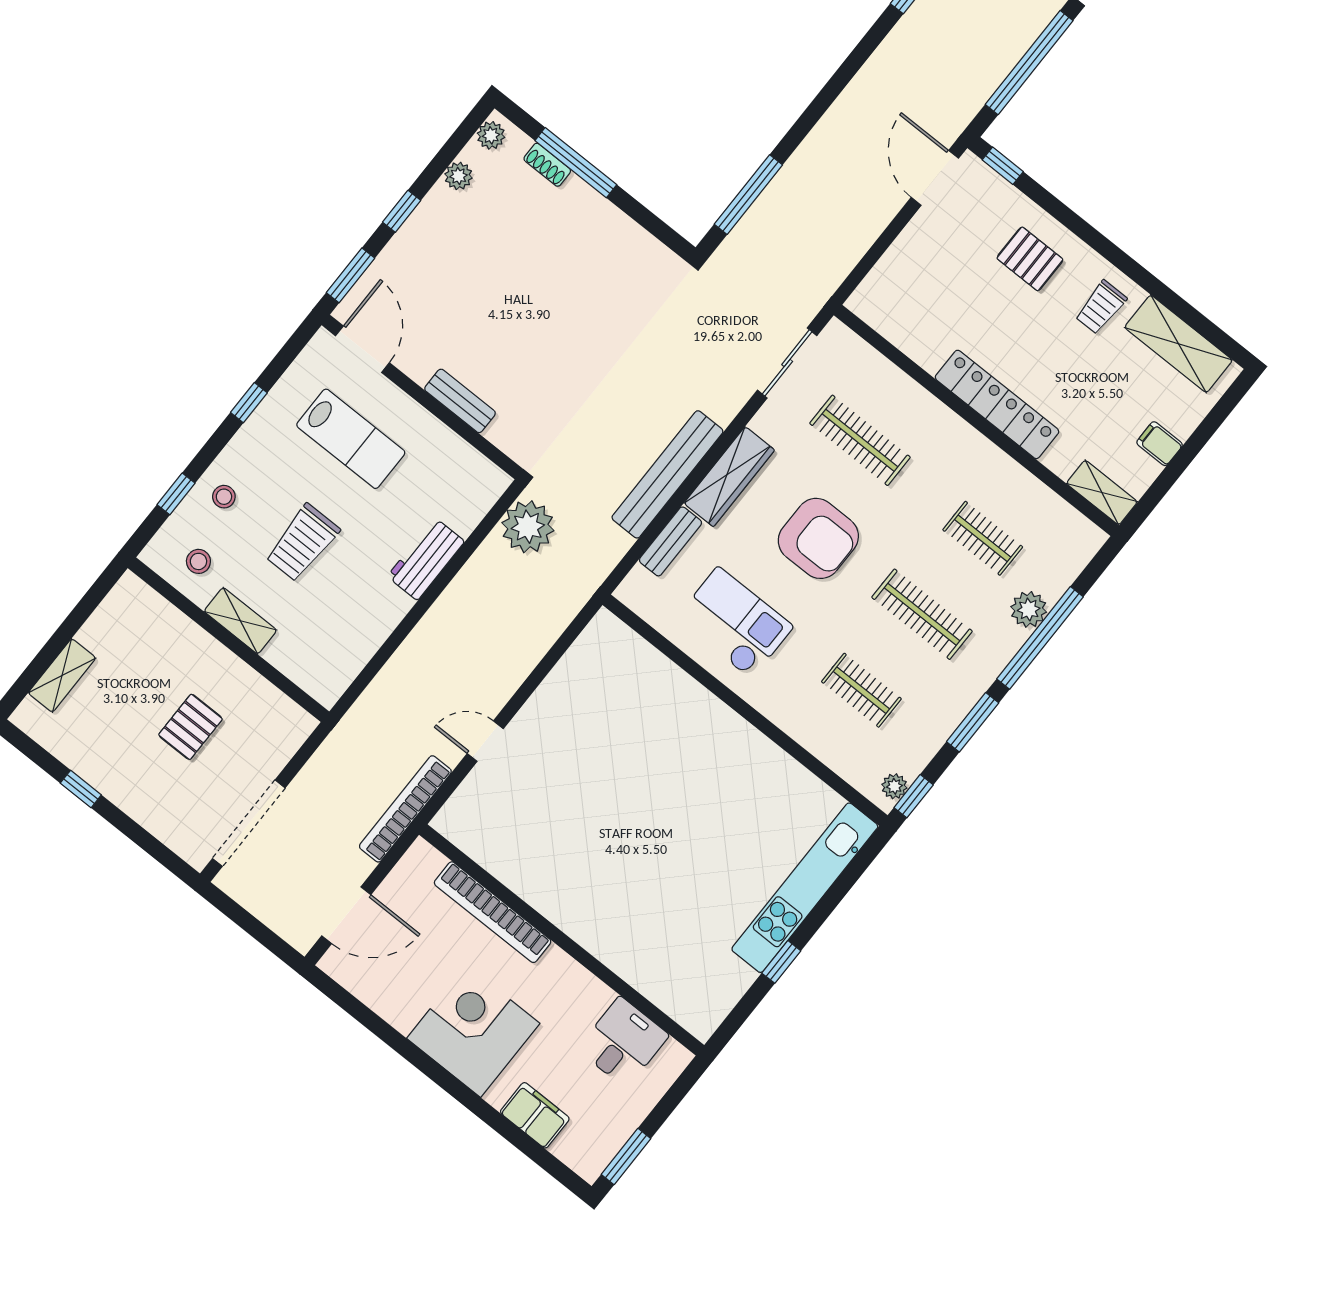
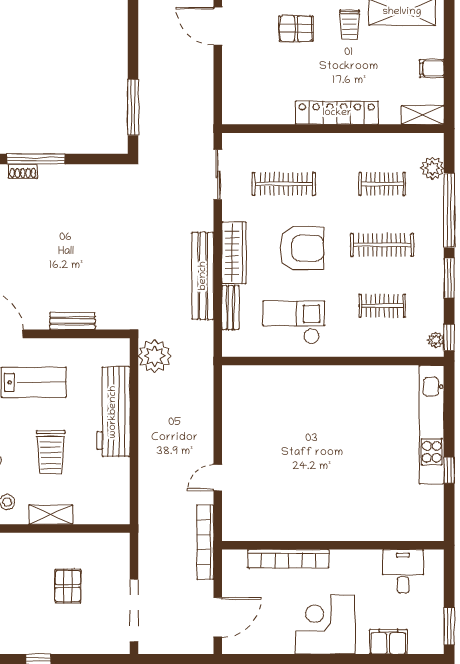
workbench: (426, 559) -> (113, 412), width x1.88, depth x1.32
plant: (1029, 609) -> (432, 168), moved

